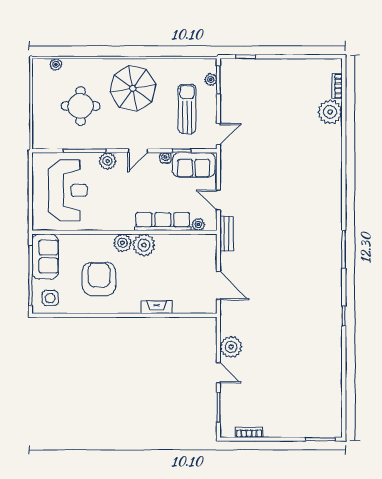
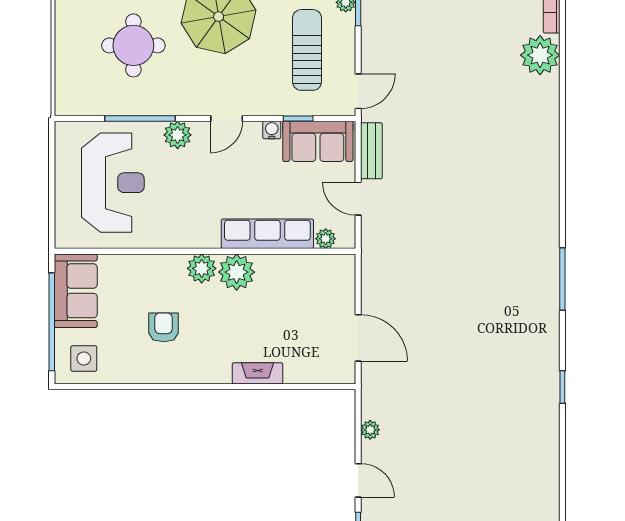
bench: (227, 234) -> (371, 151), moved
armchair: (99, 279) -> (164, 327), width x0.53, depth x0.53
plant: (231, 347) -> (370, 430), width x0.53, depth x0.53

